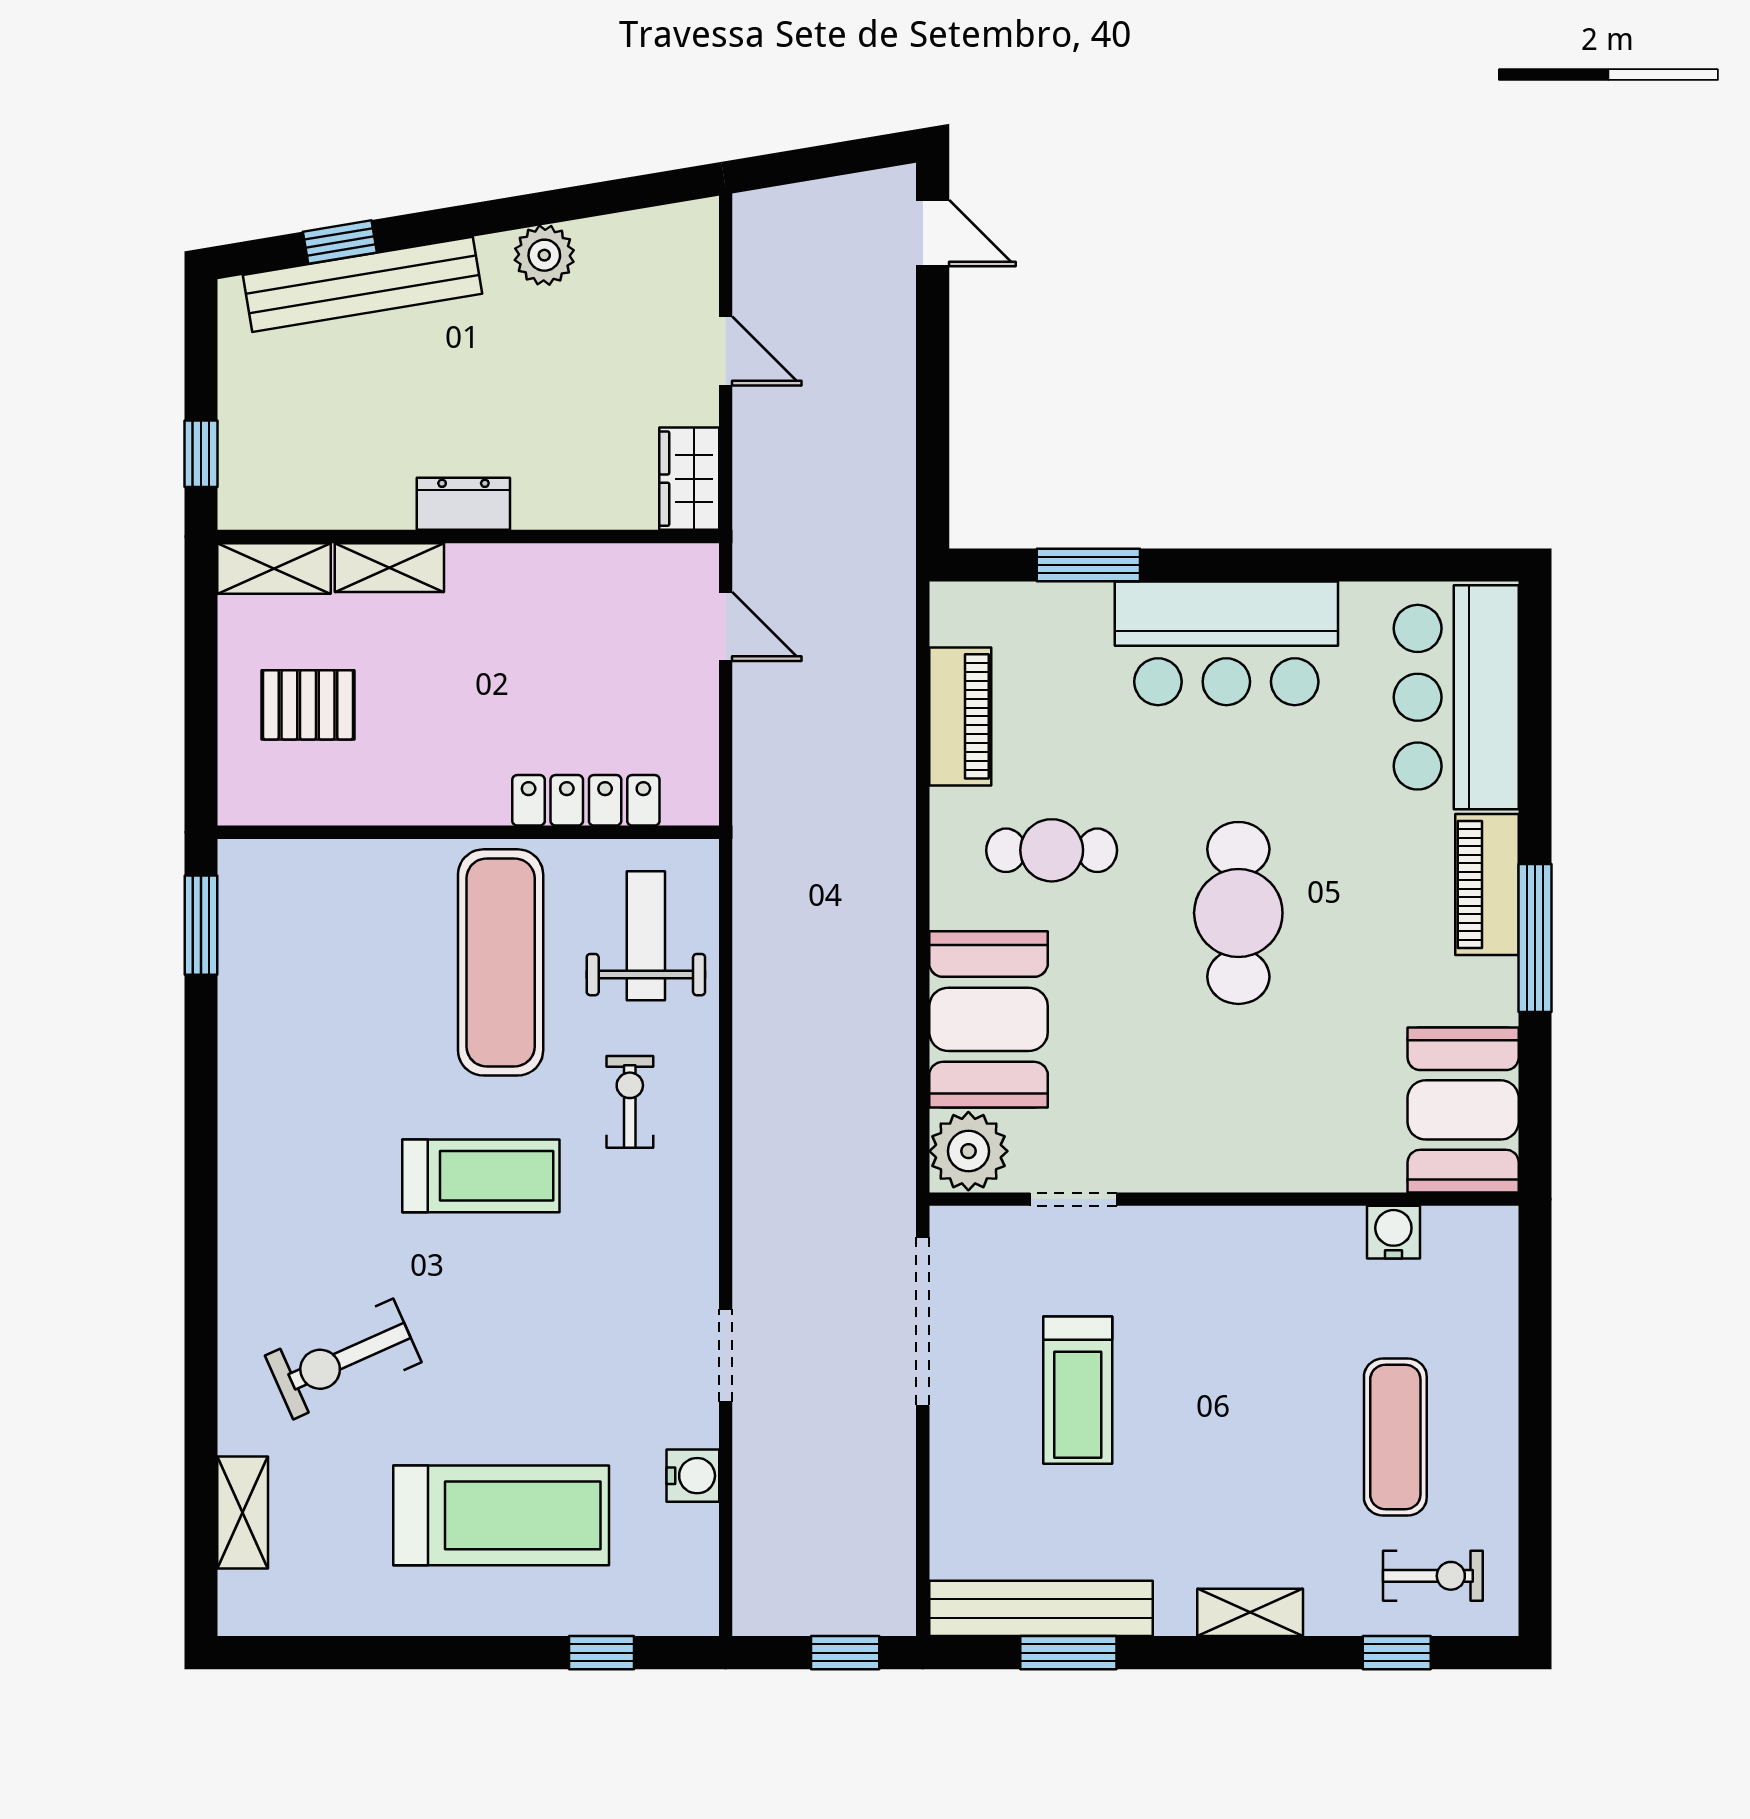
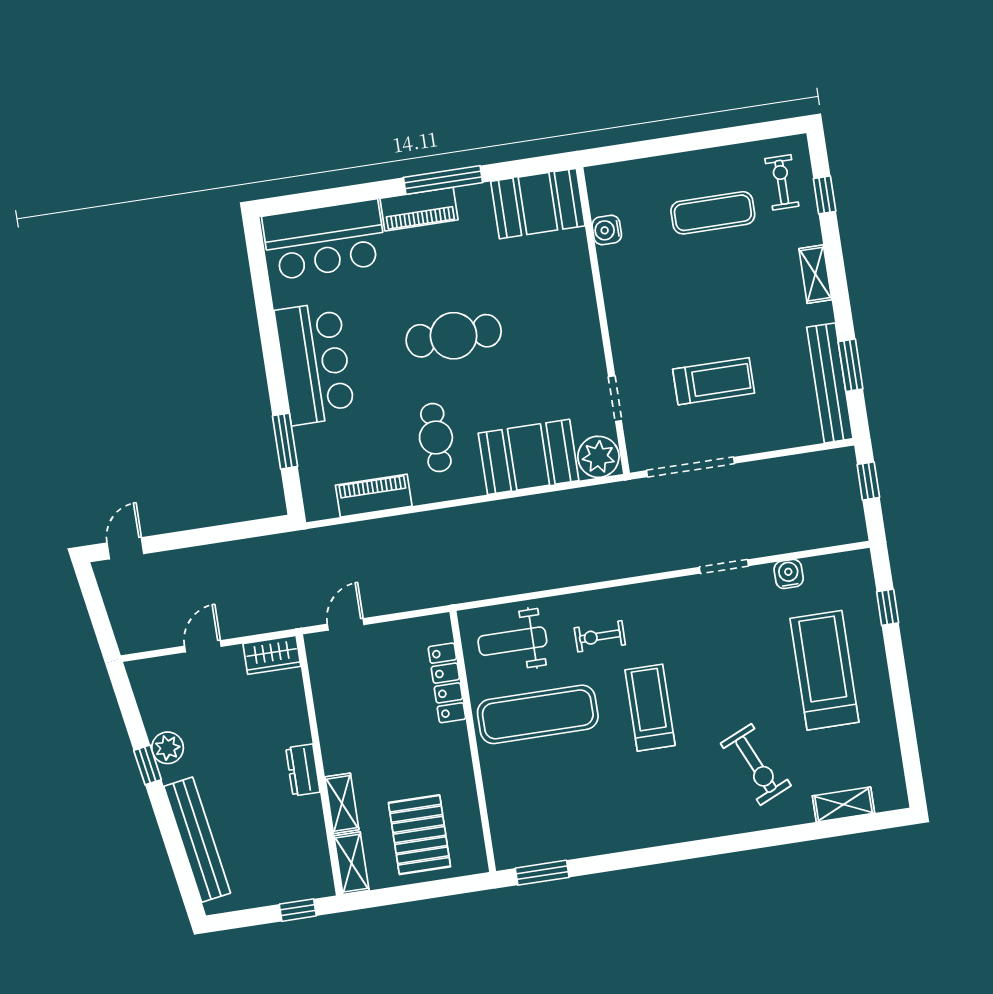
window: (340, 242) -> (148, 765), moved
pallet: (308, 705) -> (419, 835), width x1.50, depth x1.42

